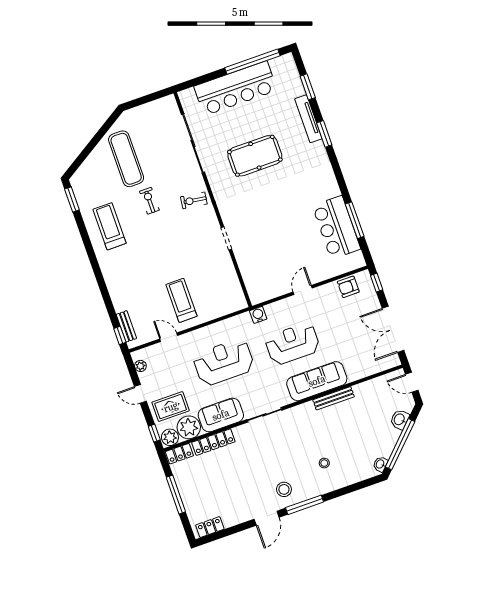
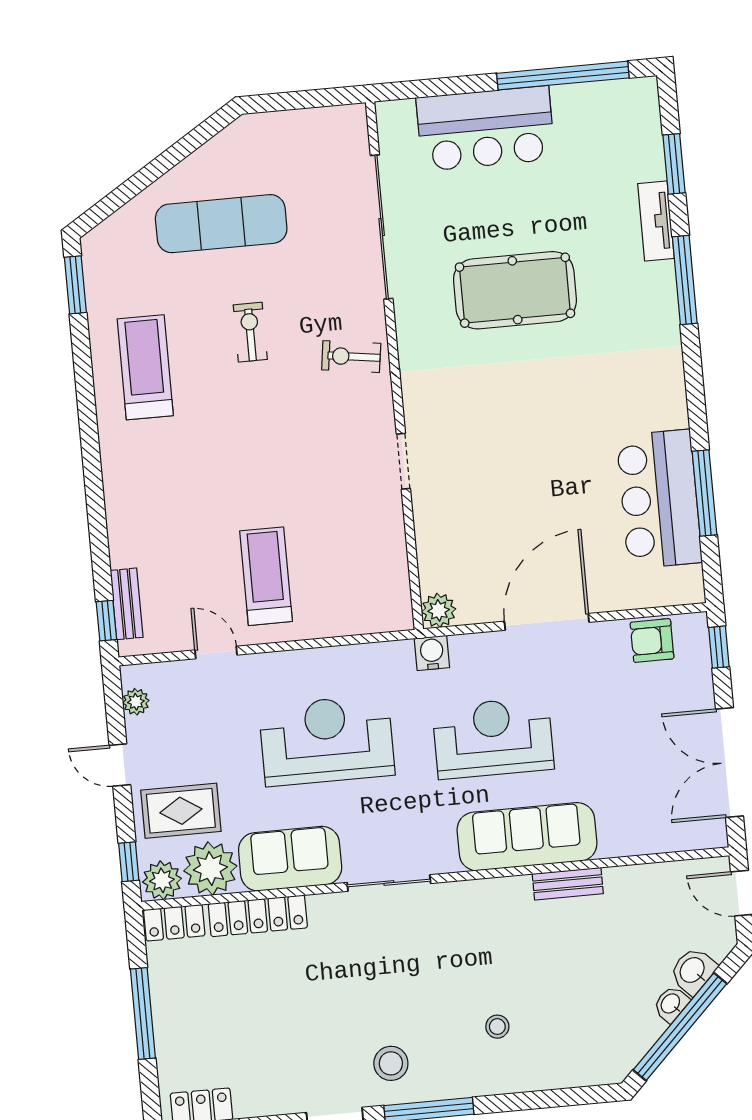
bar counter: (236, 88) -> (485, 128), width x0.73
tv unit: (308, 119) -> (656, 221), width x0.71
window: (324, 134) -> (685, 280), width x1.44
exercise mat: (126, 159) -> (221, 224), turned 90
door: (303, 290) -> (547, 622), width x1.87
plant: (257, 297) -> (439, 610), added
bench: (334, 398) -> (568, 884), width x0.73
washbasin: (380, 464) -> (671, 1004), moved

